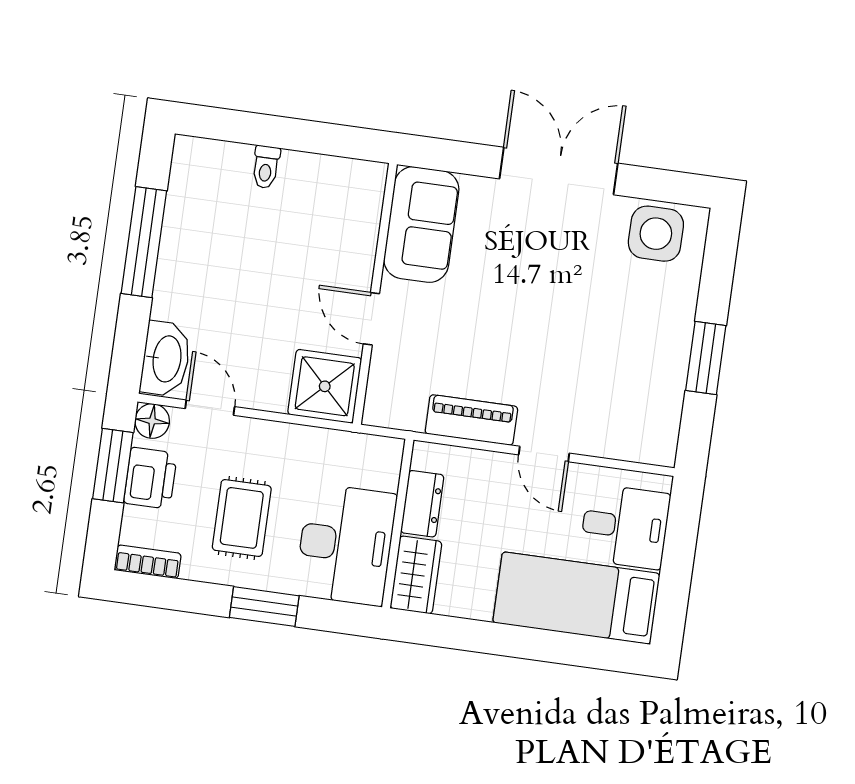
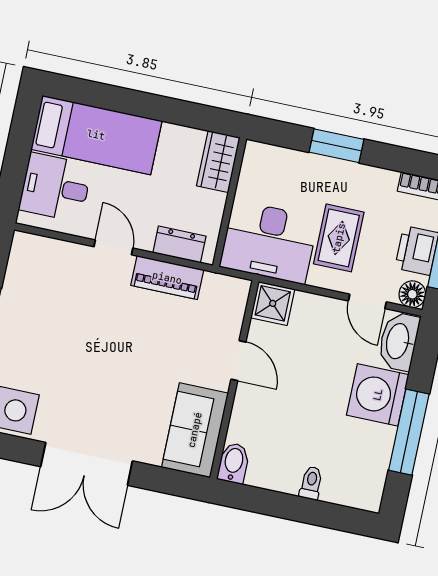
bidet: (368, 186) -> (233, 463), added
washing machine: (188, 287) -> (378, 395), added
shower: (325, 386) -> (273, 303), width x0.73, depth x0.73
dresser: (422, 504) -> (179, 244), moved, turned 90
rug: (242, 518) -> (339, 238), moved
desk: (346, 545) -> (269, 242), moved, turned -90

